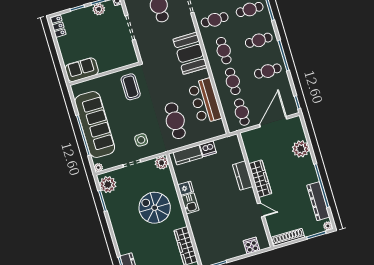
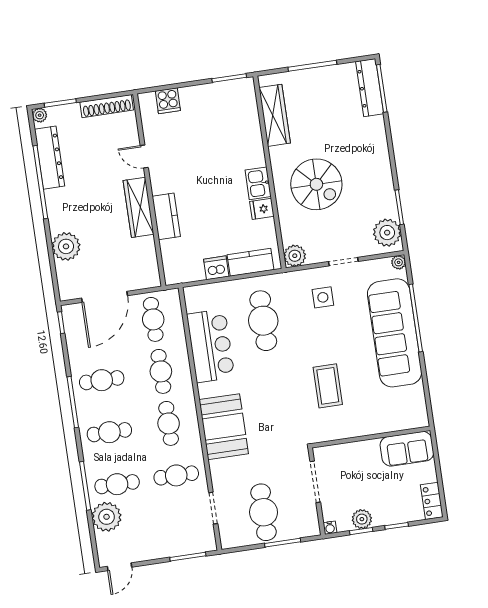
sofa: (82, 70) -> (407, 449), moved
wall: (104, 74) -> (371, 437), moved

